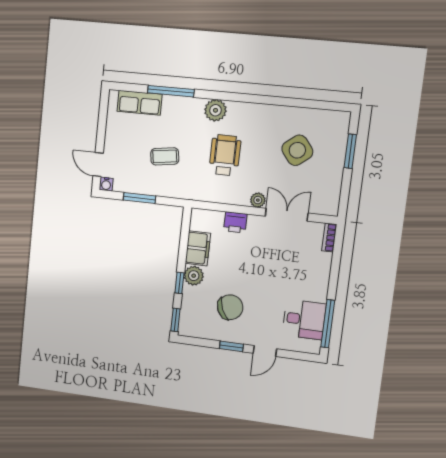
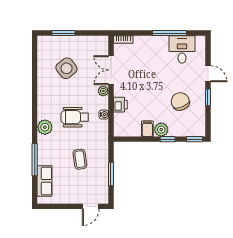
water cooler: (106, 184) -> (104, 115), moved
filing cabinet: (198, 248) -> (147, 129), width x0.50
window: (328, 324) -> (169, 33), moved

